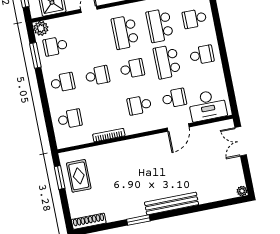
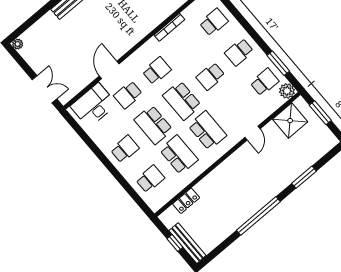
school desk: (202, 55) -> (125, 149), turned 180
school desk: (167, 62) -> (153, 125), turned 180
school desk: (132, 69) -> (182, 101), width x1.85
school desk: (70, 119) -> (214, 22), turned 180

